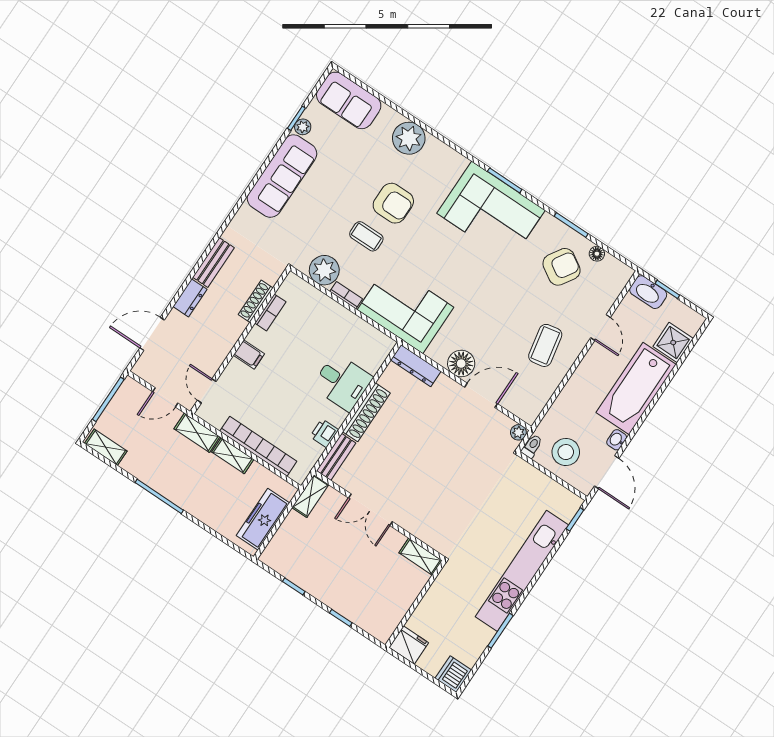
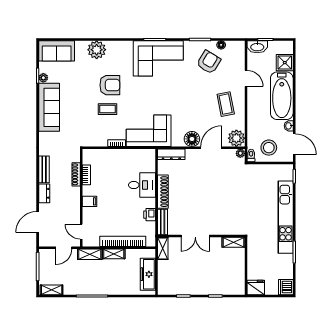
plant: (324, 270) -> (236, 138), moved

